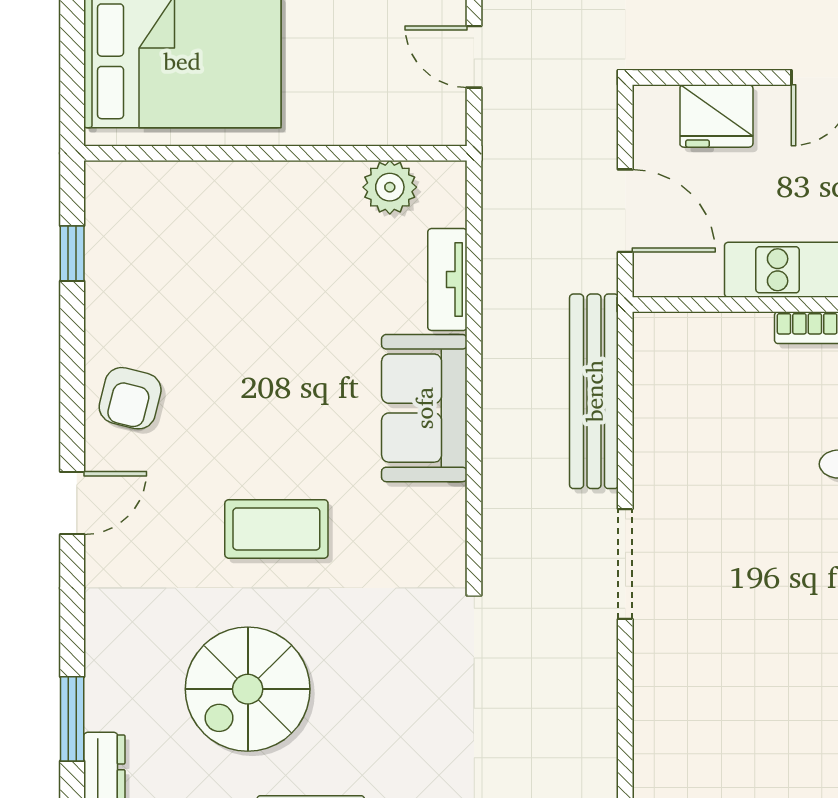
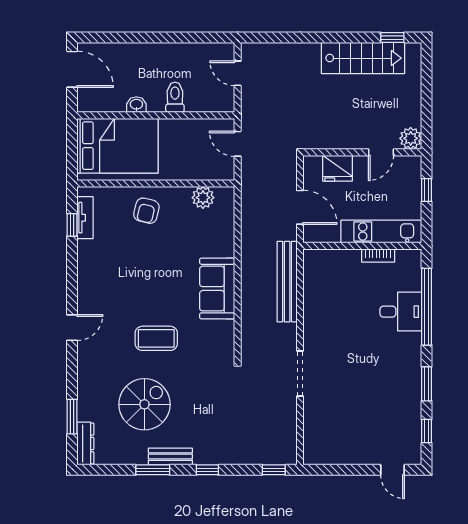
tv unit: (447, 280) -> (85, 218), moved, turned 180
armchair: (130, 398) -> (146, 211), moved
doorway: (625, 564) -> (300, 374), moved
spiral stairs: (248, 689) -> (144, 404), turned 180

